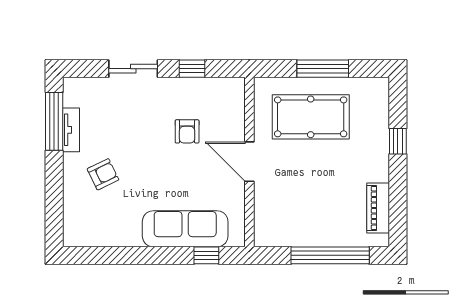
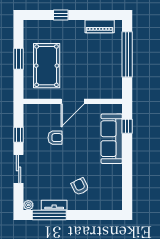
window: (323, 69) -> (19, 59), width x0.69
plant: (71, 86) -> (28, 205), added

